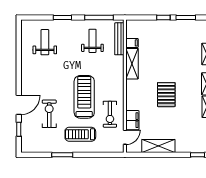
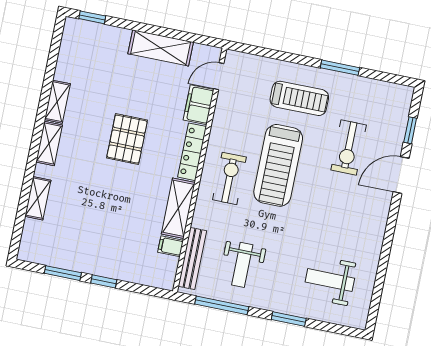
weight bench: (45, 42) -> (330, 280), turned 90
locker: (131, 95) -> (192, 152), added
exercise bike: (110, 114) -> (229, 178), moved

